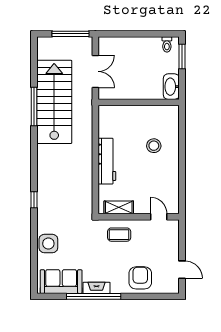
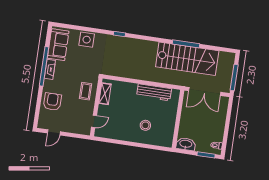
double door: (95, 71) -> (205, 91), width x1.37
workbench: (107, 161) -> (154, 92), moved
armchair: (140, 278) -> (52, 102), turned -90

